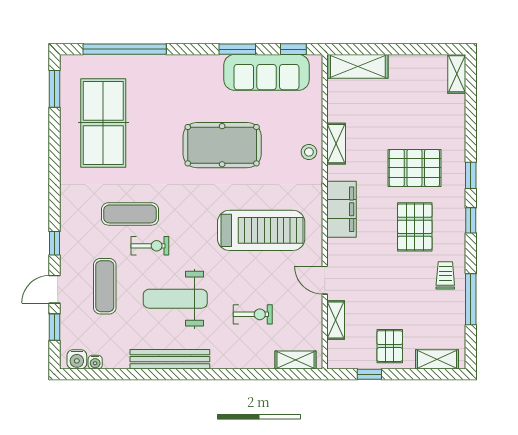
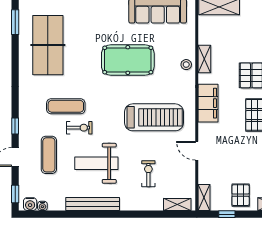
exercise bike: (253, 314) -> (148, 174), turned -90
shelving: (336, 320) -> (204, 198), moved
window: (54, 327) -> (15, 194), moved

